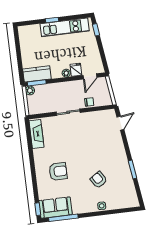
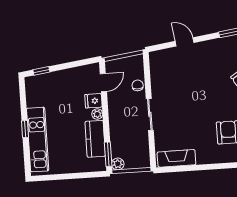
kitchen unit: (65, 27) -> (38, 140), moved
kitchen counter: (37, 74) -> (95, 139), moved
door: (90, 76) -> (103, 83), hinge flipped
door: (120, 123) -> (185, 42), moved

